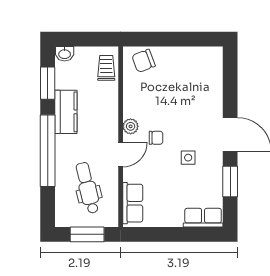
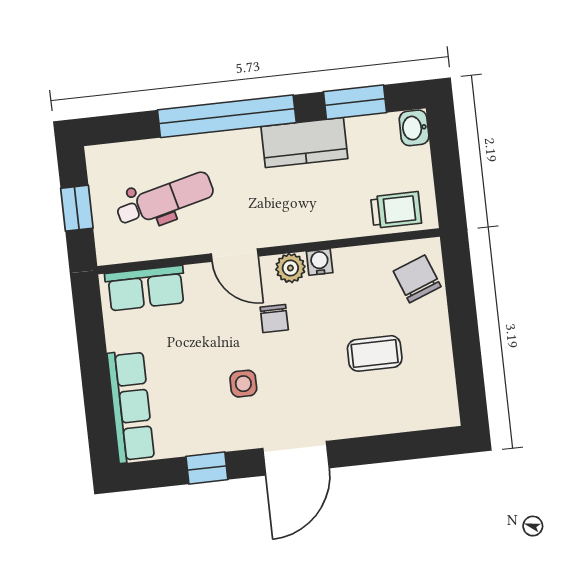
coffee table: (180, 87) -> (375, 353), added
water cooler: (129, 111) -> (320, 262), added
window: (230, 182) -> (207, 468), width x0.67
row of seats: (203, 218) -> (131, 407), width x1.48
window: (87, 234) -> (77, 208), width x0.67

